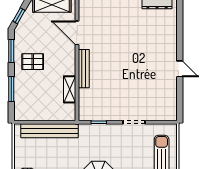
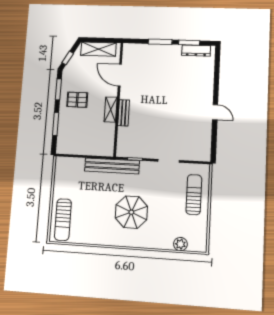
bench: (84, 69) -> (124, 113), width x0.73
shelving: (70, 89) -> (111, 110), moved
bench: (49, 131) -> (112, 166), moved

